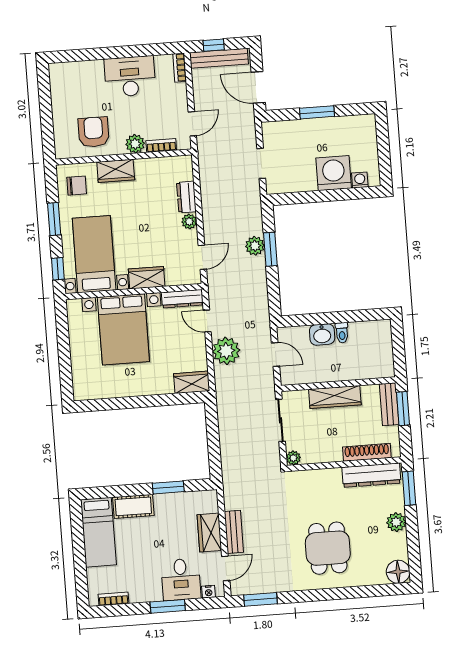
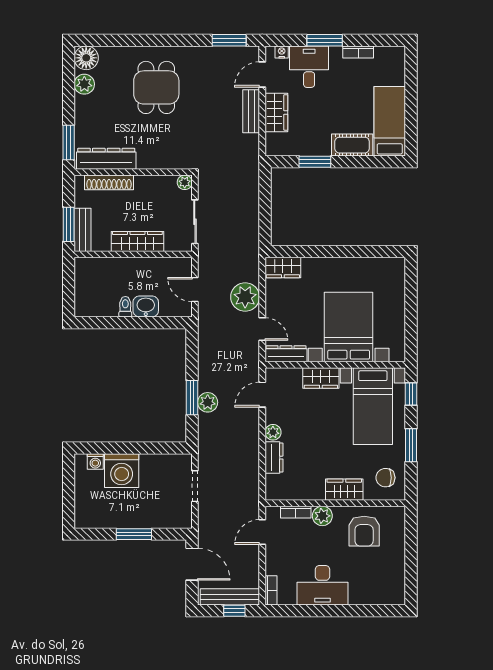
plant: (396, 522) -> (84, 84), moved
bookcase: (113, 599) -> (358, 52), moved

